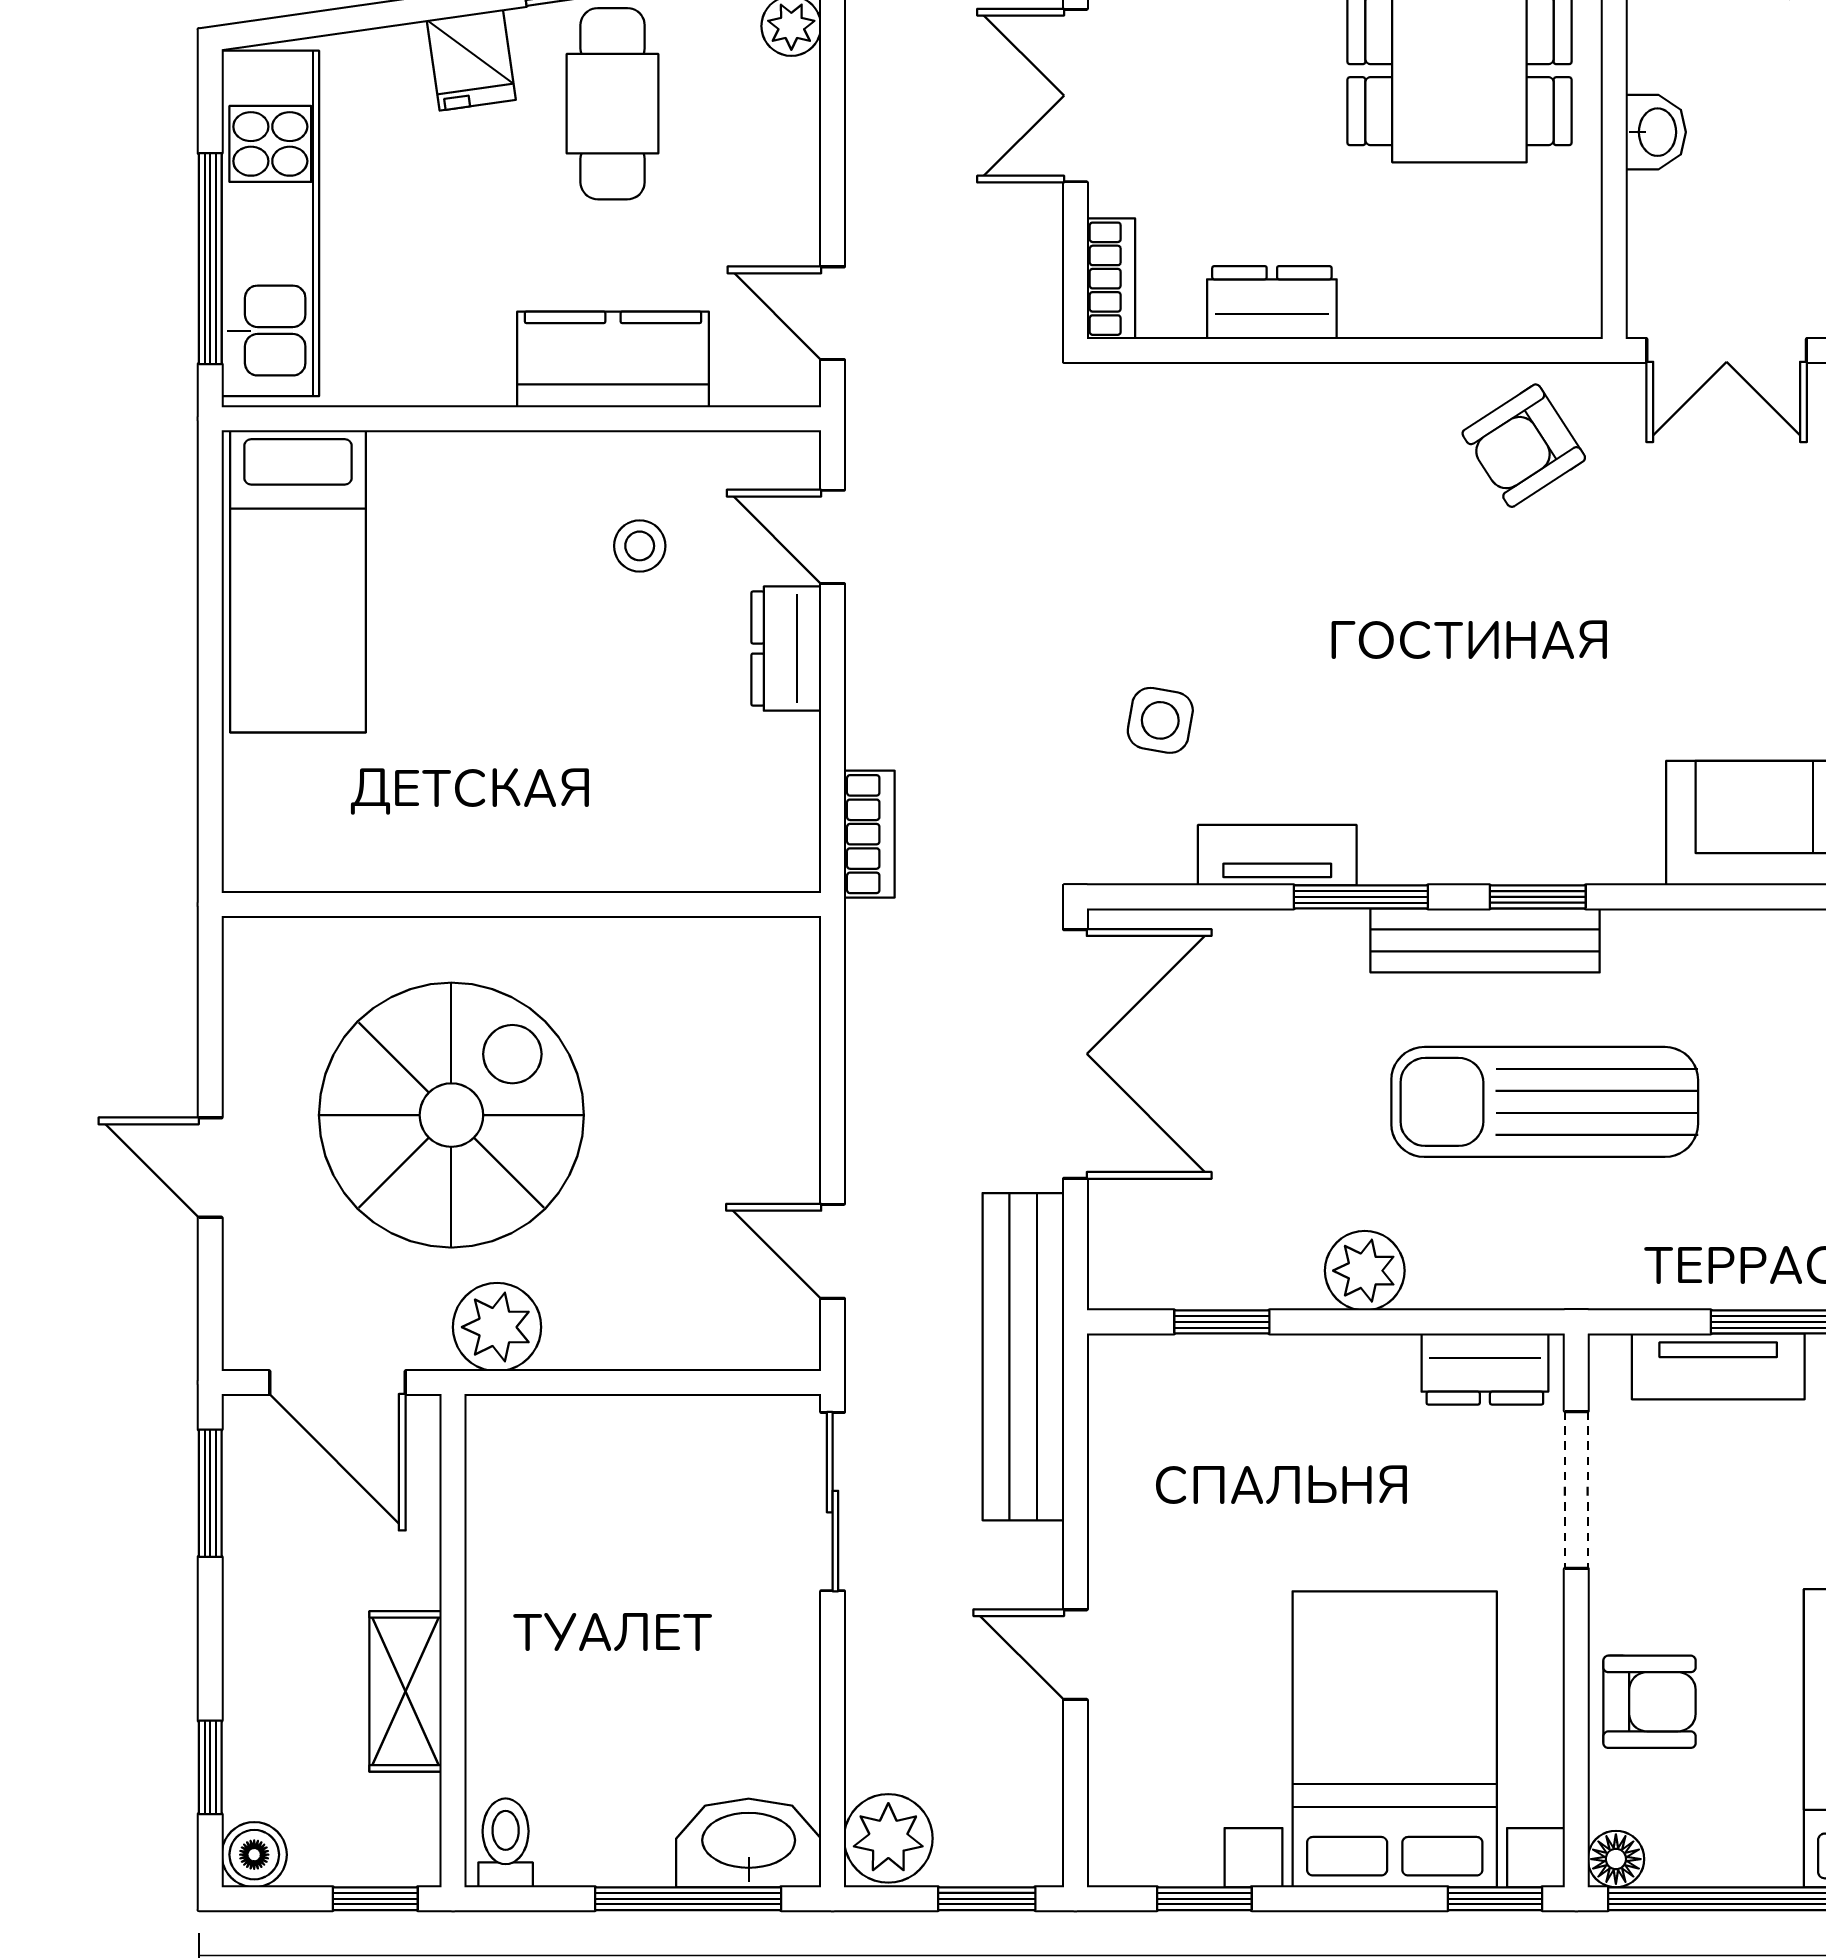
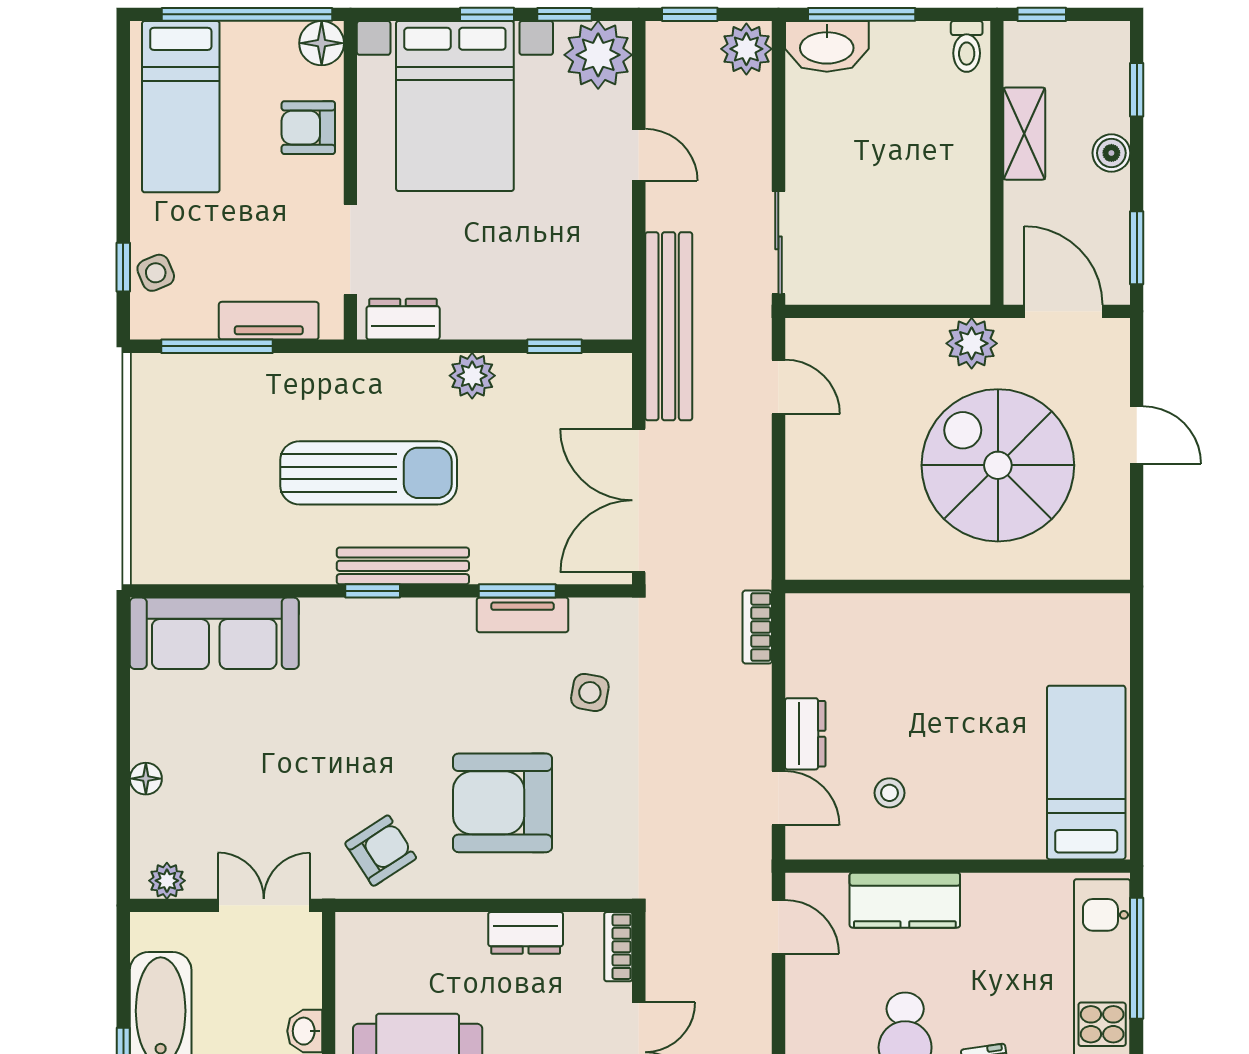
armchair: (1312, 529) -> (502, 803), added
window: (1361, 897) -> (517, 591), moved
spiral stairs: (451, 1115) -> (998, 465), turned 90
plant: (1146, 1828) -> (598, 55), added
boiler: (254, 1855) -> (1111, 153), moved
floor lamp: (1616, 1859) -> (322, 43), width x1.37, depth x1.37
window: (1495, 1899) -> (487, 14), moved

